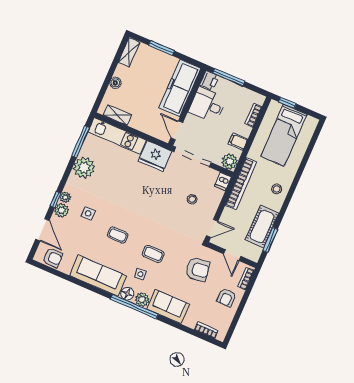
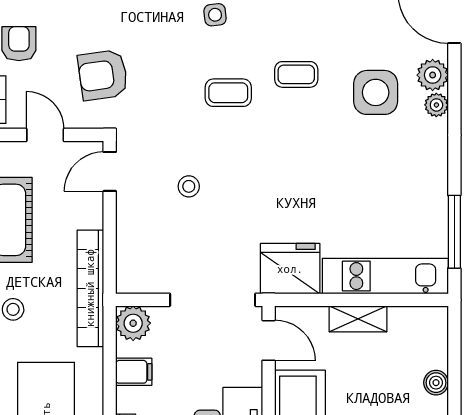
shelving: (117, 115) -> (358, 319), moved
plant: (84, 168) -> (425, 182), removed
dishwasher: (223, 182) -> (129, 277), removed
stool: (192, 199) -> (189, 186), moved
window: (56, 200) -> (454, 92), removed
side table: (88, 213) -> (376, 92), width x1.87, depth x1.87
coffee table: (153, 254) -> (228, 93), moved

